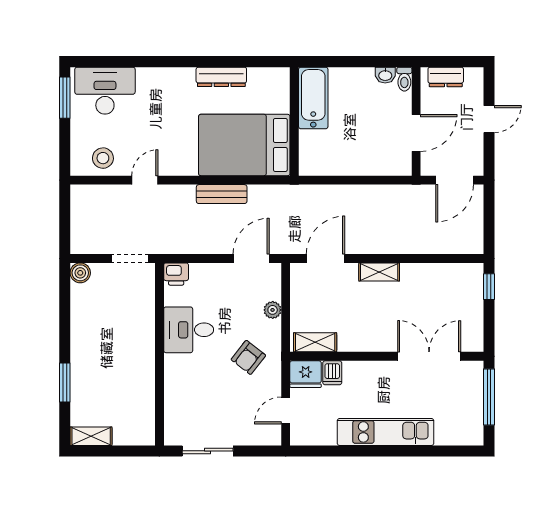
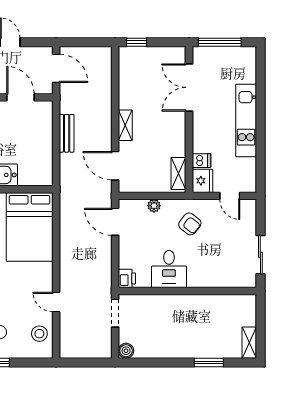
bench: (222, 194) -> (67, 133), moved

